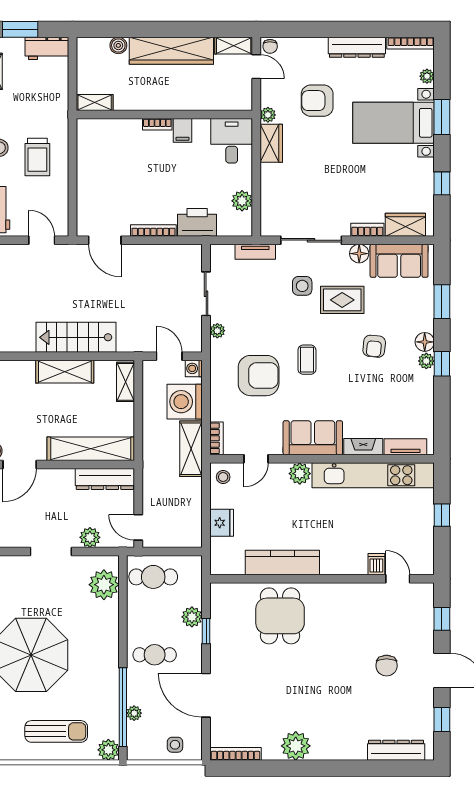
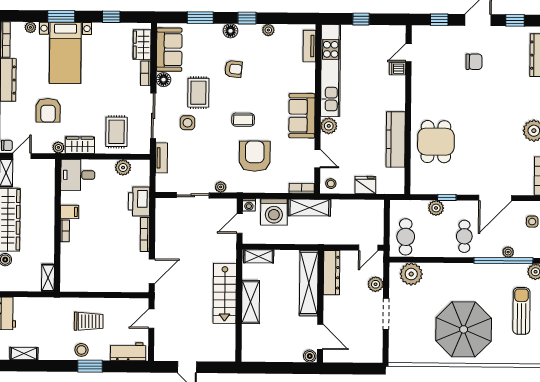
rug: (289, 192) -> (117, 132), added
plant: (426, 361) -> (268, 30), moved
fireplace: (363, 447) -> (309, 78), removed
dining table: (280, 616) -> (436, 142), turned 90

